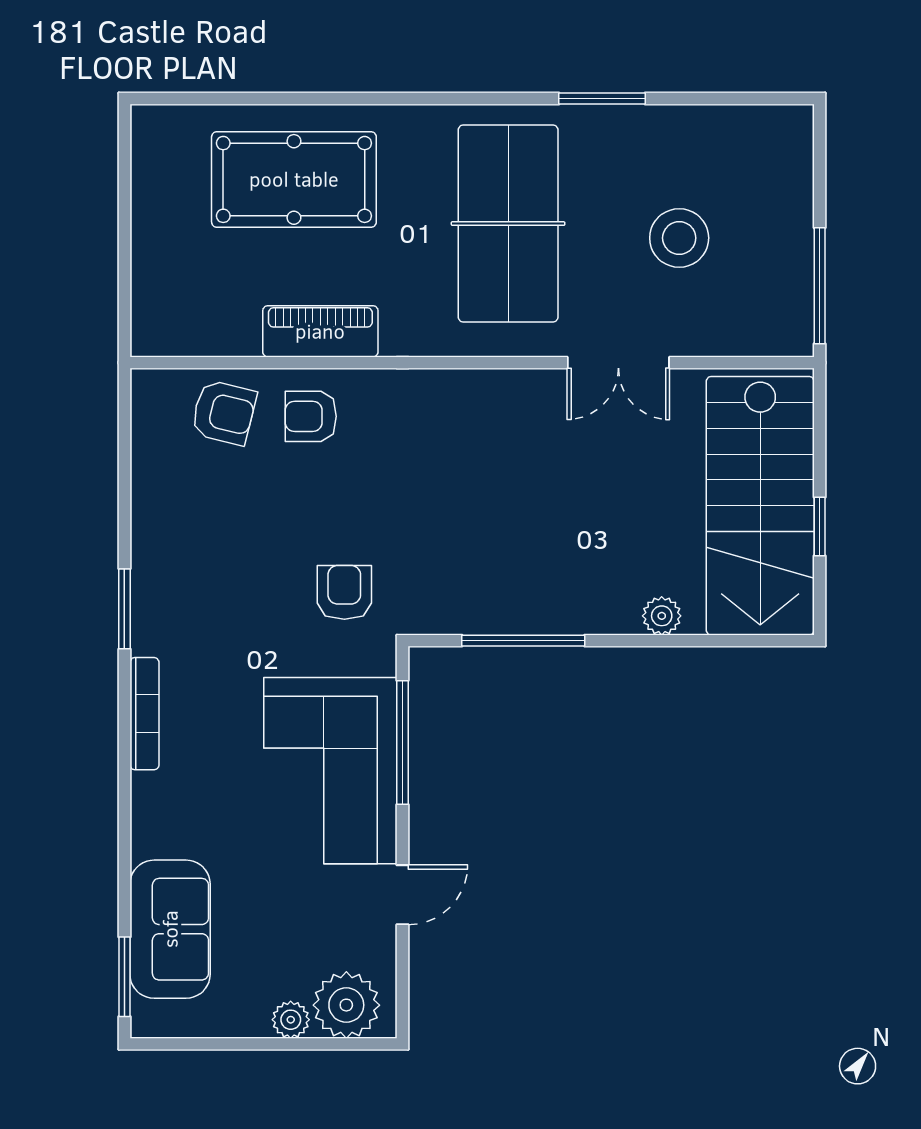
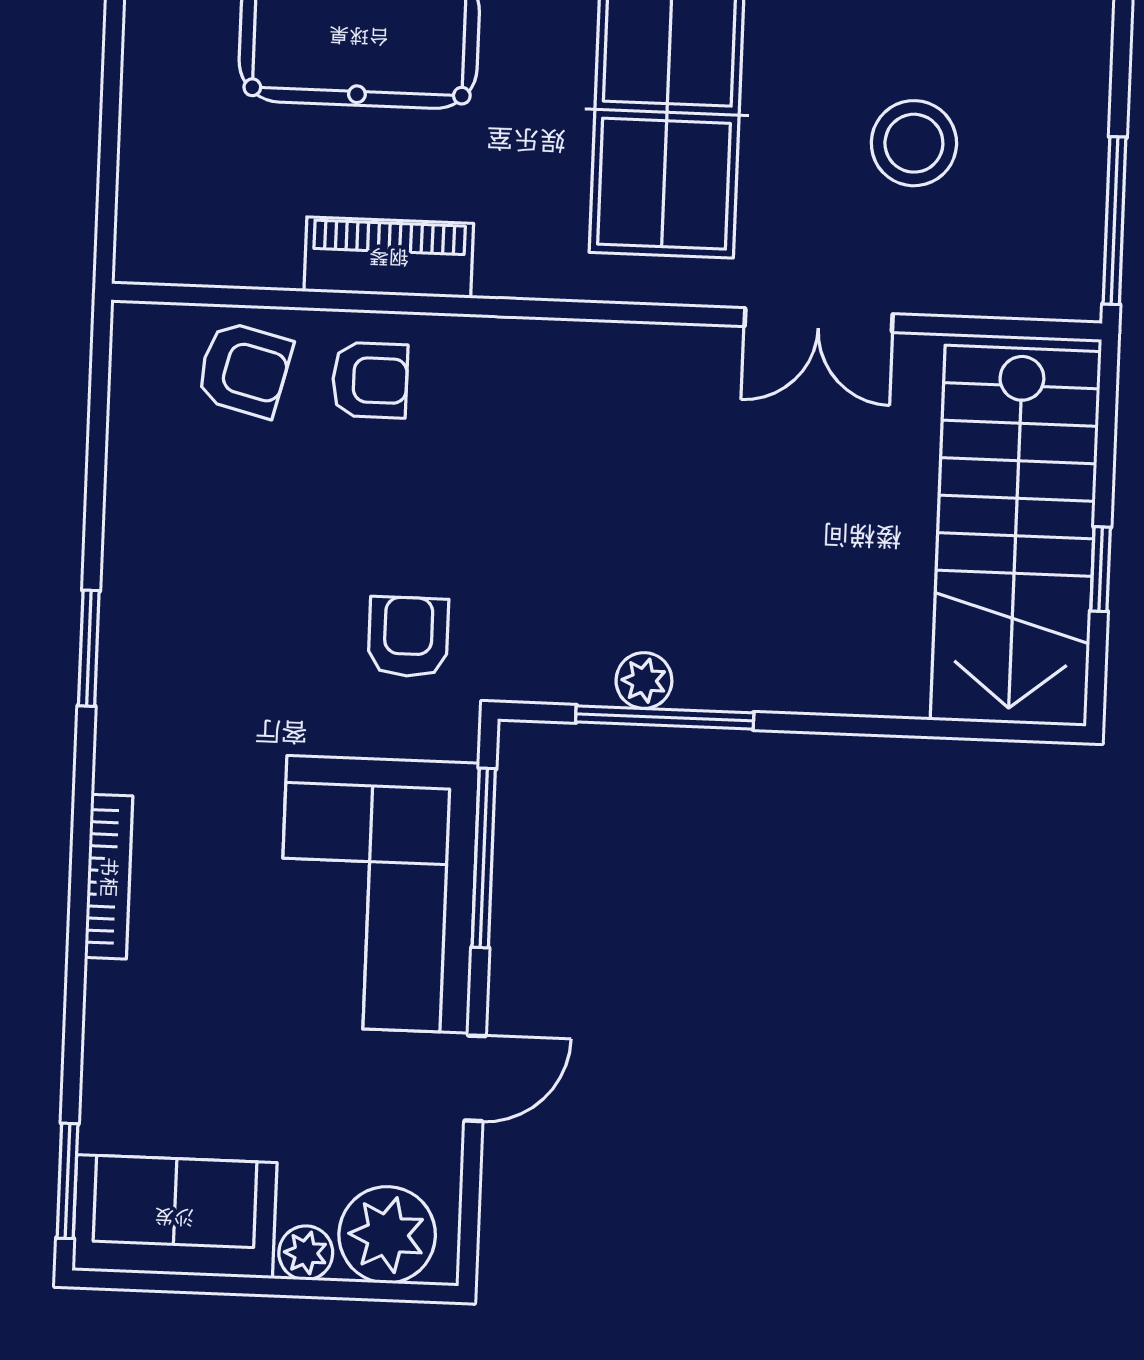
armchair: (311, 416) -> (370, 380), turned 180
plant: (662, 616) -> (644, 681), moved
bookcase: (144, 714) -> (109, 877), moved
sofa: (170, 929) -> (174, 1217), moved, turned -90

